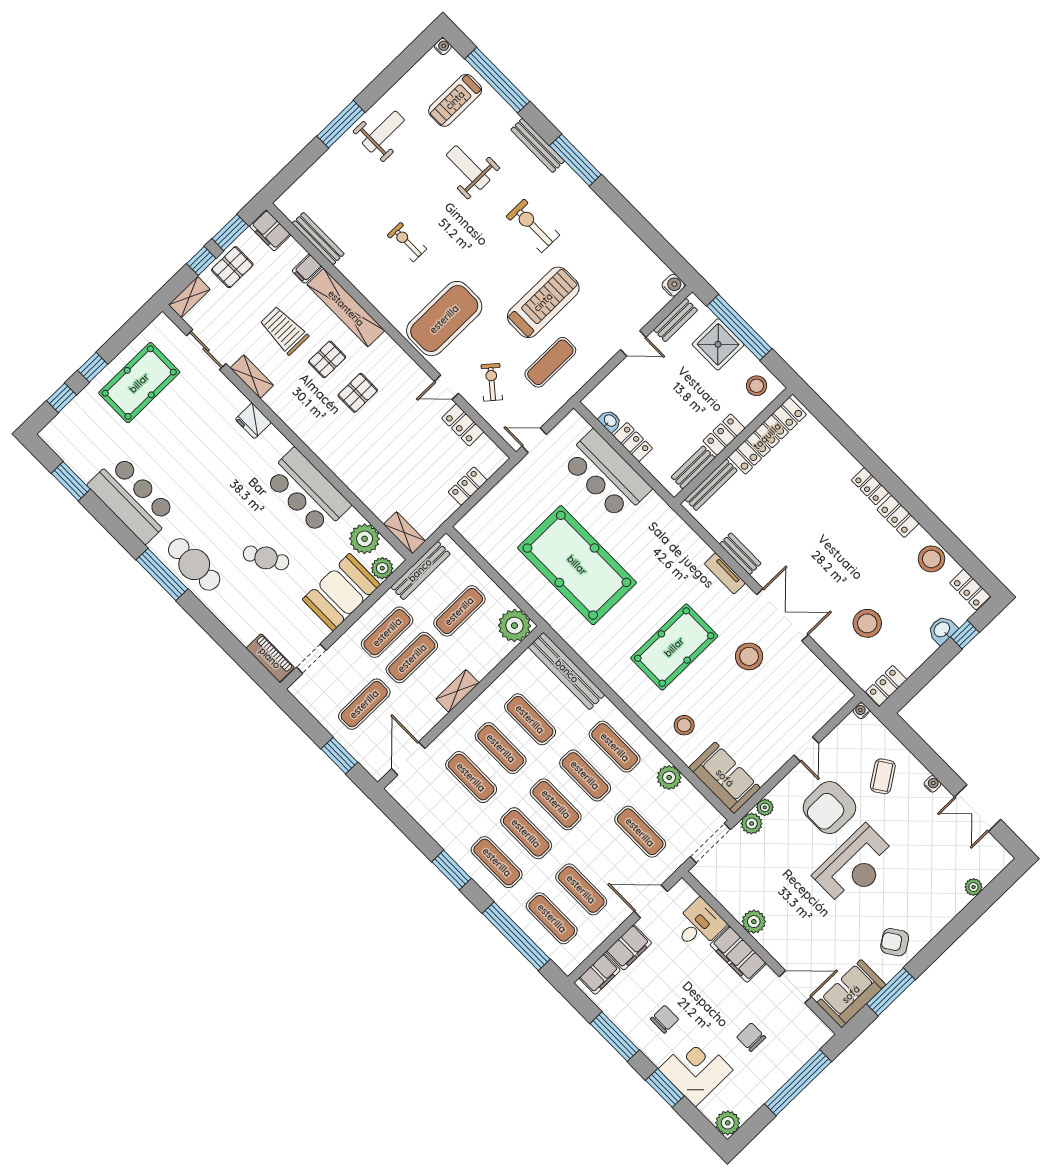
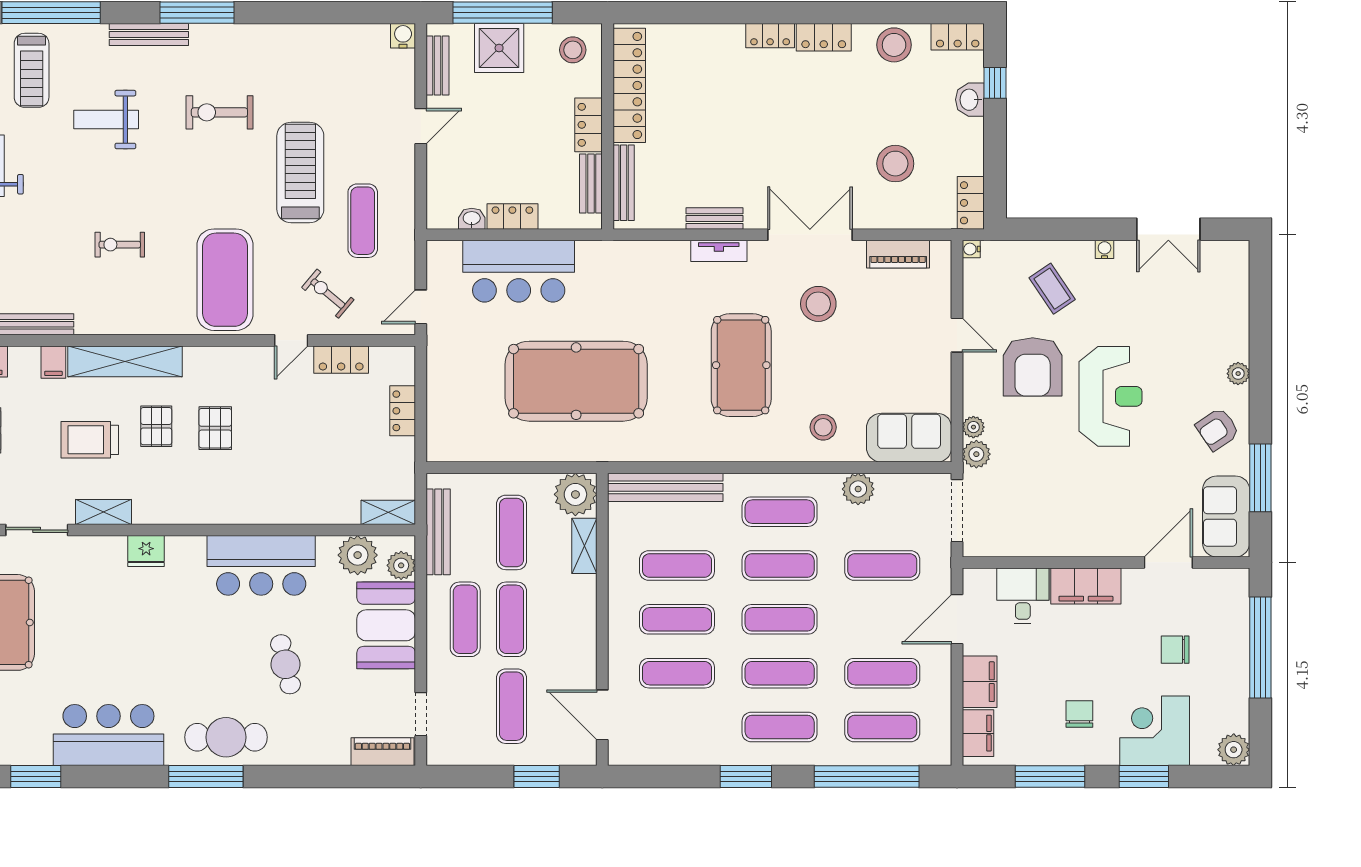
cafe table: (266, 558) -> (286, 664), turned -73
piano: (819, 673) -> (898, 254), added
shelving: (457, 691) -> (584, 546), moved
plant: (973, 887) -> (1238, 374), moved
plant: (754, 922) -> (1070, 542), removed

